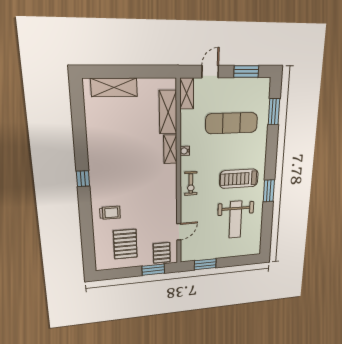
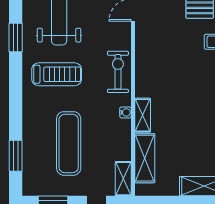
exercise mat: (232, 123) -> (69, 143), turned 90
exercise bike: (191, 183) -> (118, 72), width x1.38, depth x1.39
window: (269, 191) -> (16, 38), moved

